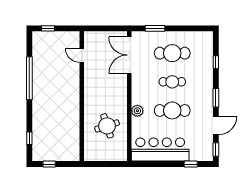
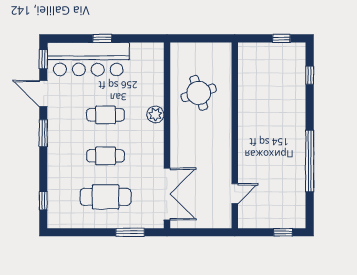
door: (82, 55) -> (235, 194), hinge flipped
window: (216, 62) -> (43, 201), moved
cafe table: (172, 110) -> (106, 115), width x0.73, depth x0.74
door: (216, 125) -> (43, 94), hinge flipped
bar counter: (160, 150) -> (88, 59), moved
window: (191, 164) -> (102, 38), moved

